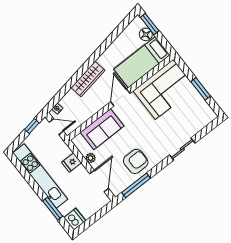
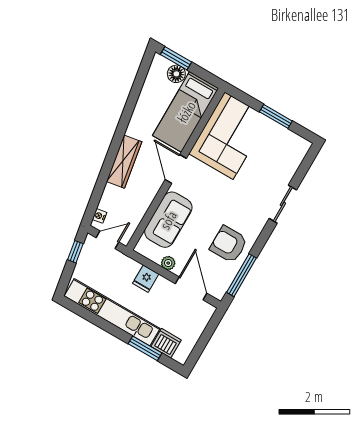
armchair: (136, 161) -> (229, 244), turned -90
dishwasher: (75, 219) -> (166, 343), moved

